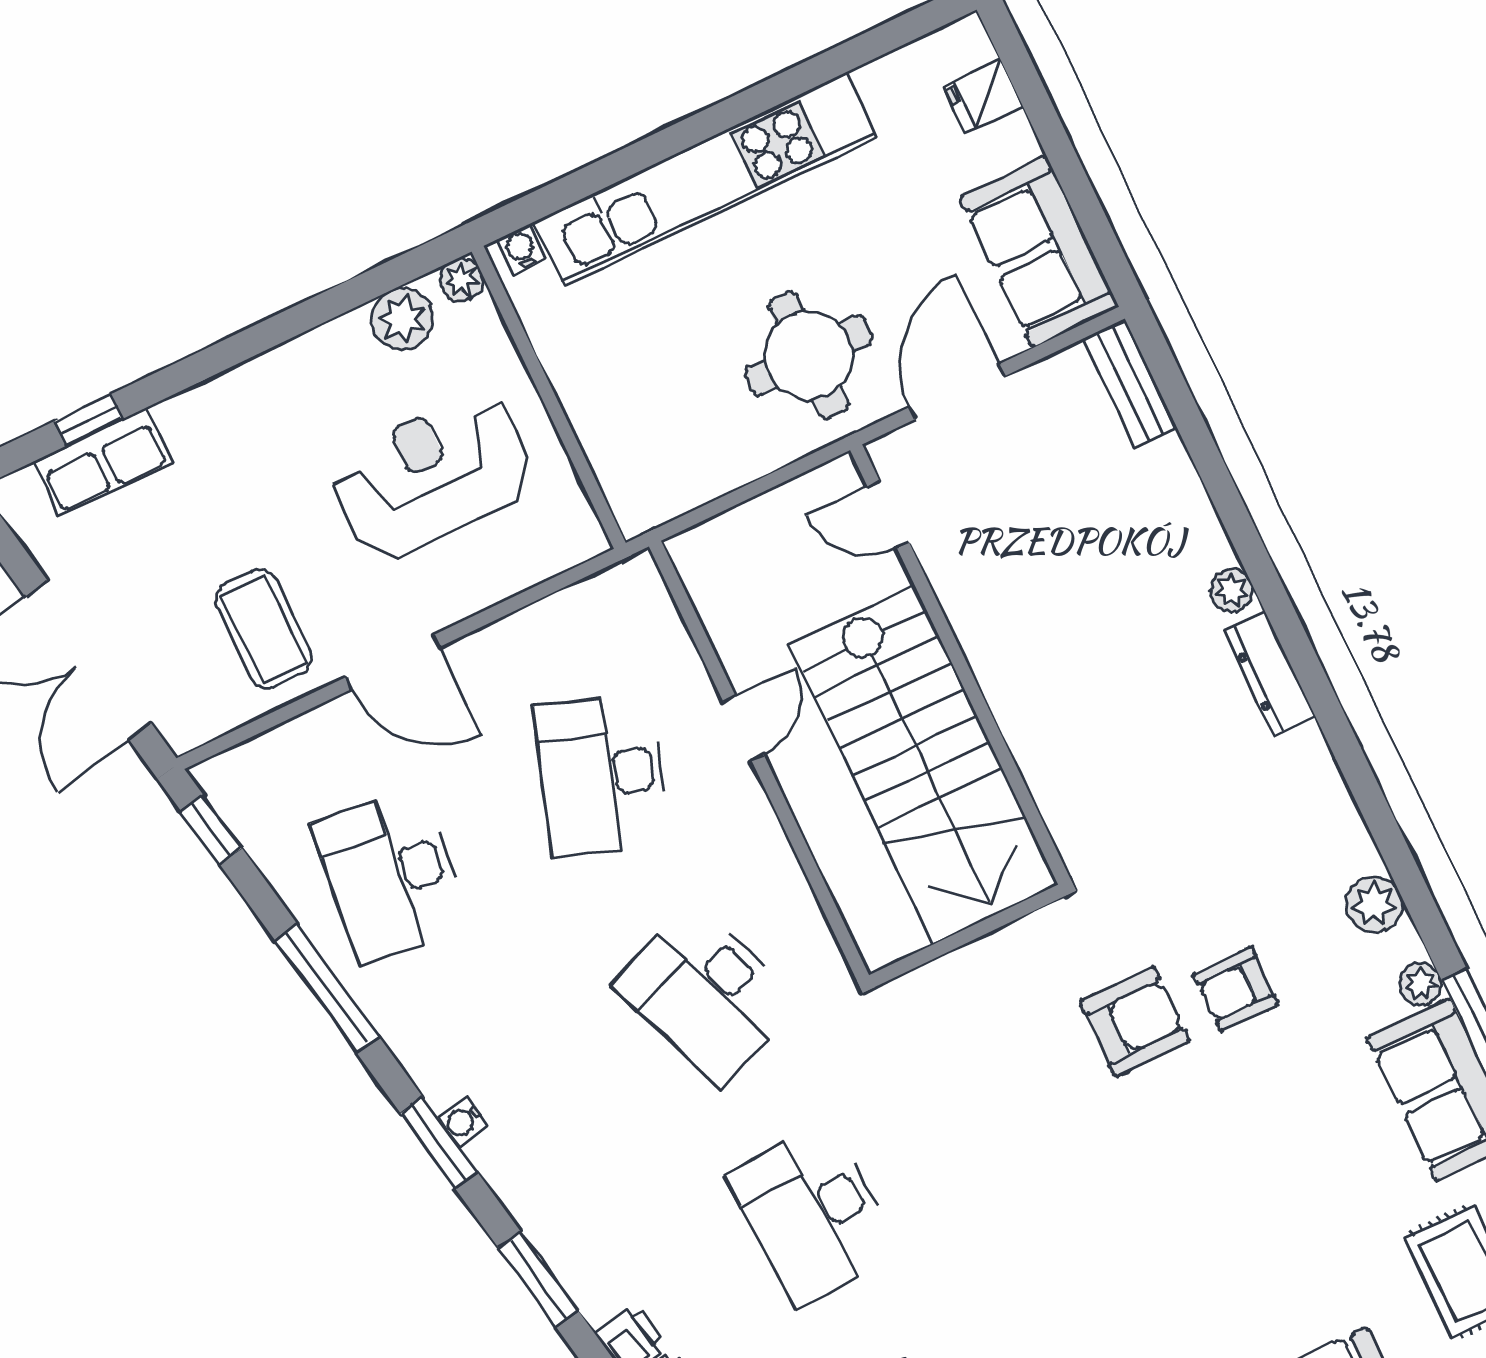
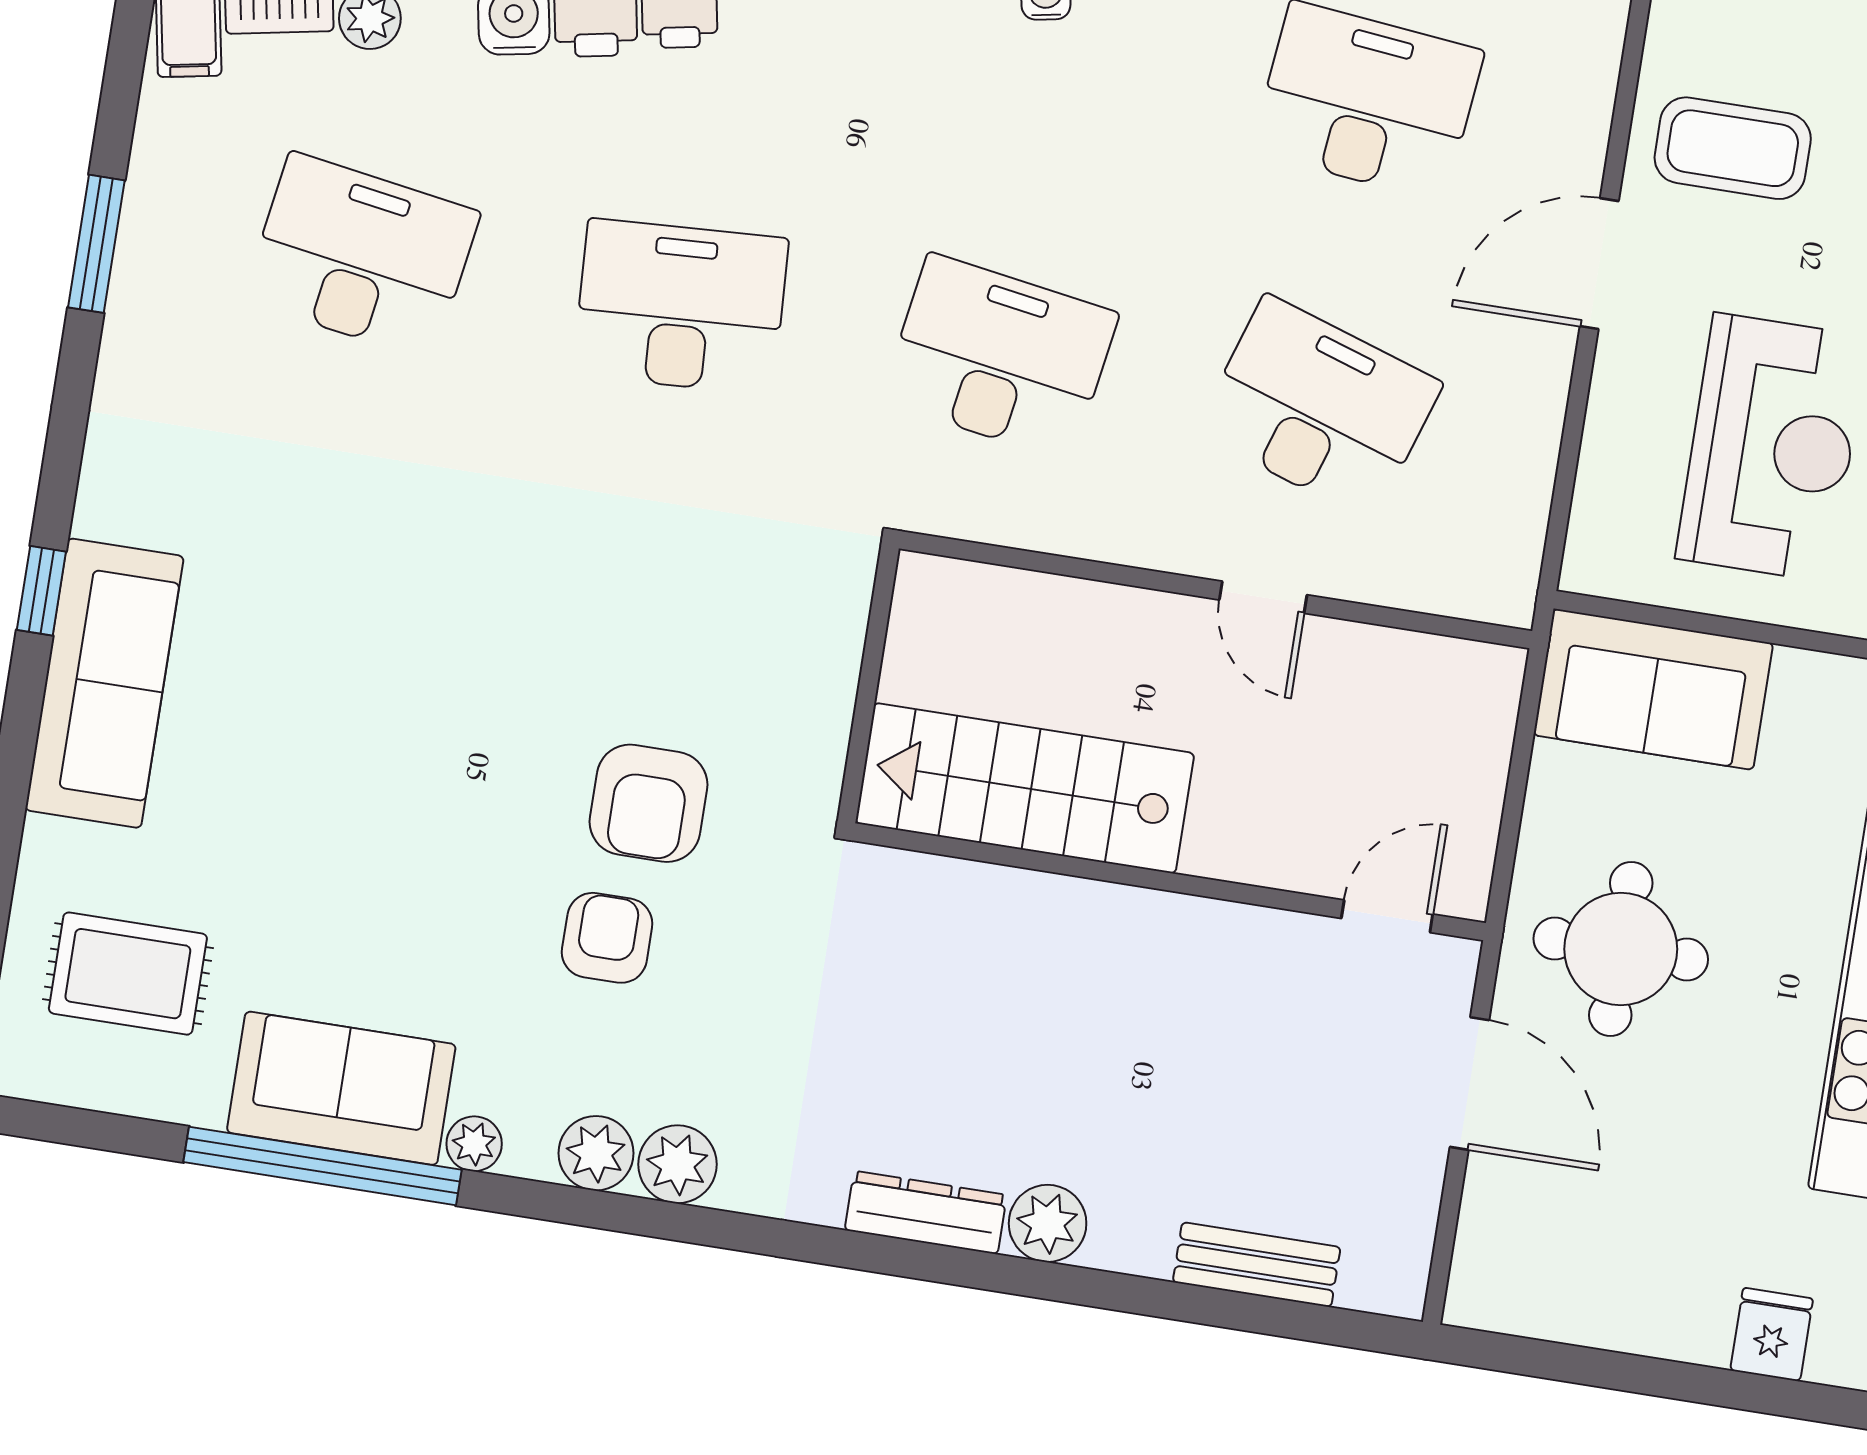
sofa: (1039, 252) -> (1653, 689), moved, turned 180
bench: (1130, 383) -> (1257, 1265), moved
plant: (1231, 590) -> (1048, 1223), width x1.38, depth x1.38
stairs: (924, 764) -> (1025, 788), width x0.73, depth x0.66
plant: (1346, 849) -> (677, 1164), added
desk: (707, 994) -> (1000, 357), turned 30

